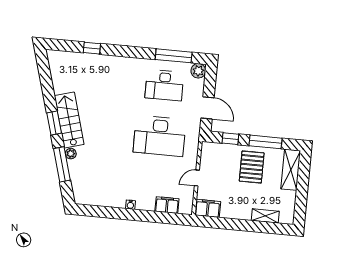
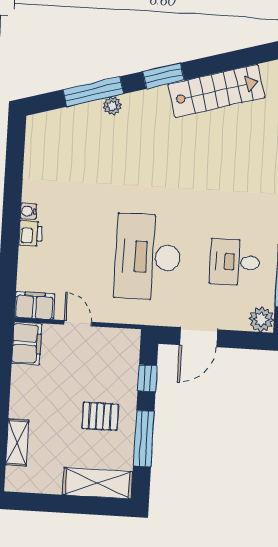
desk: (164, 85) -> (235, 262), width x0.73
stairs: (69, 120) -> (216, 91), moved
pallet: (252, 167) -> (100, 416), width x0.67, depth x0.71
printer: (143, 204) -> (31, 233), added
filing cabinet: (167, 205) -> (35, 305), moved, turned -90

